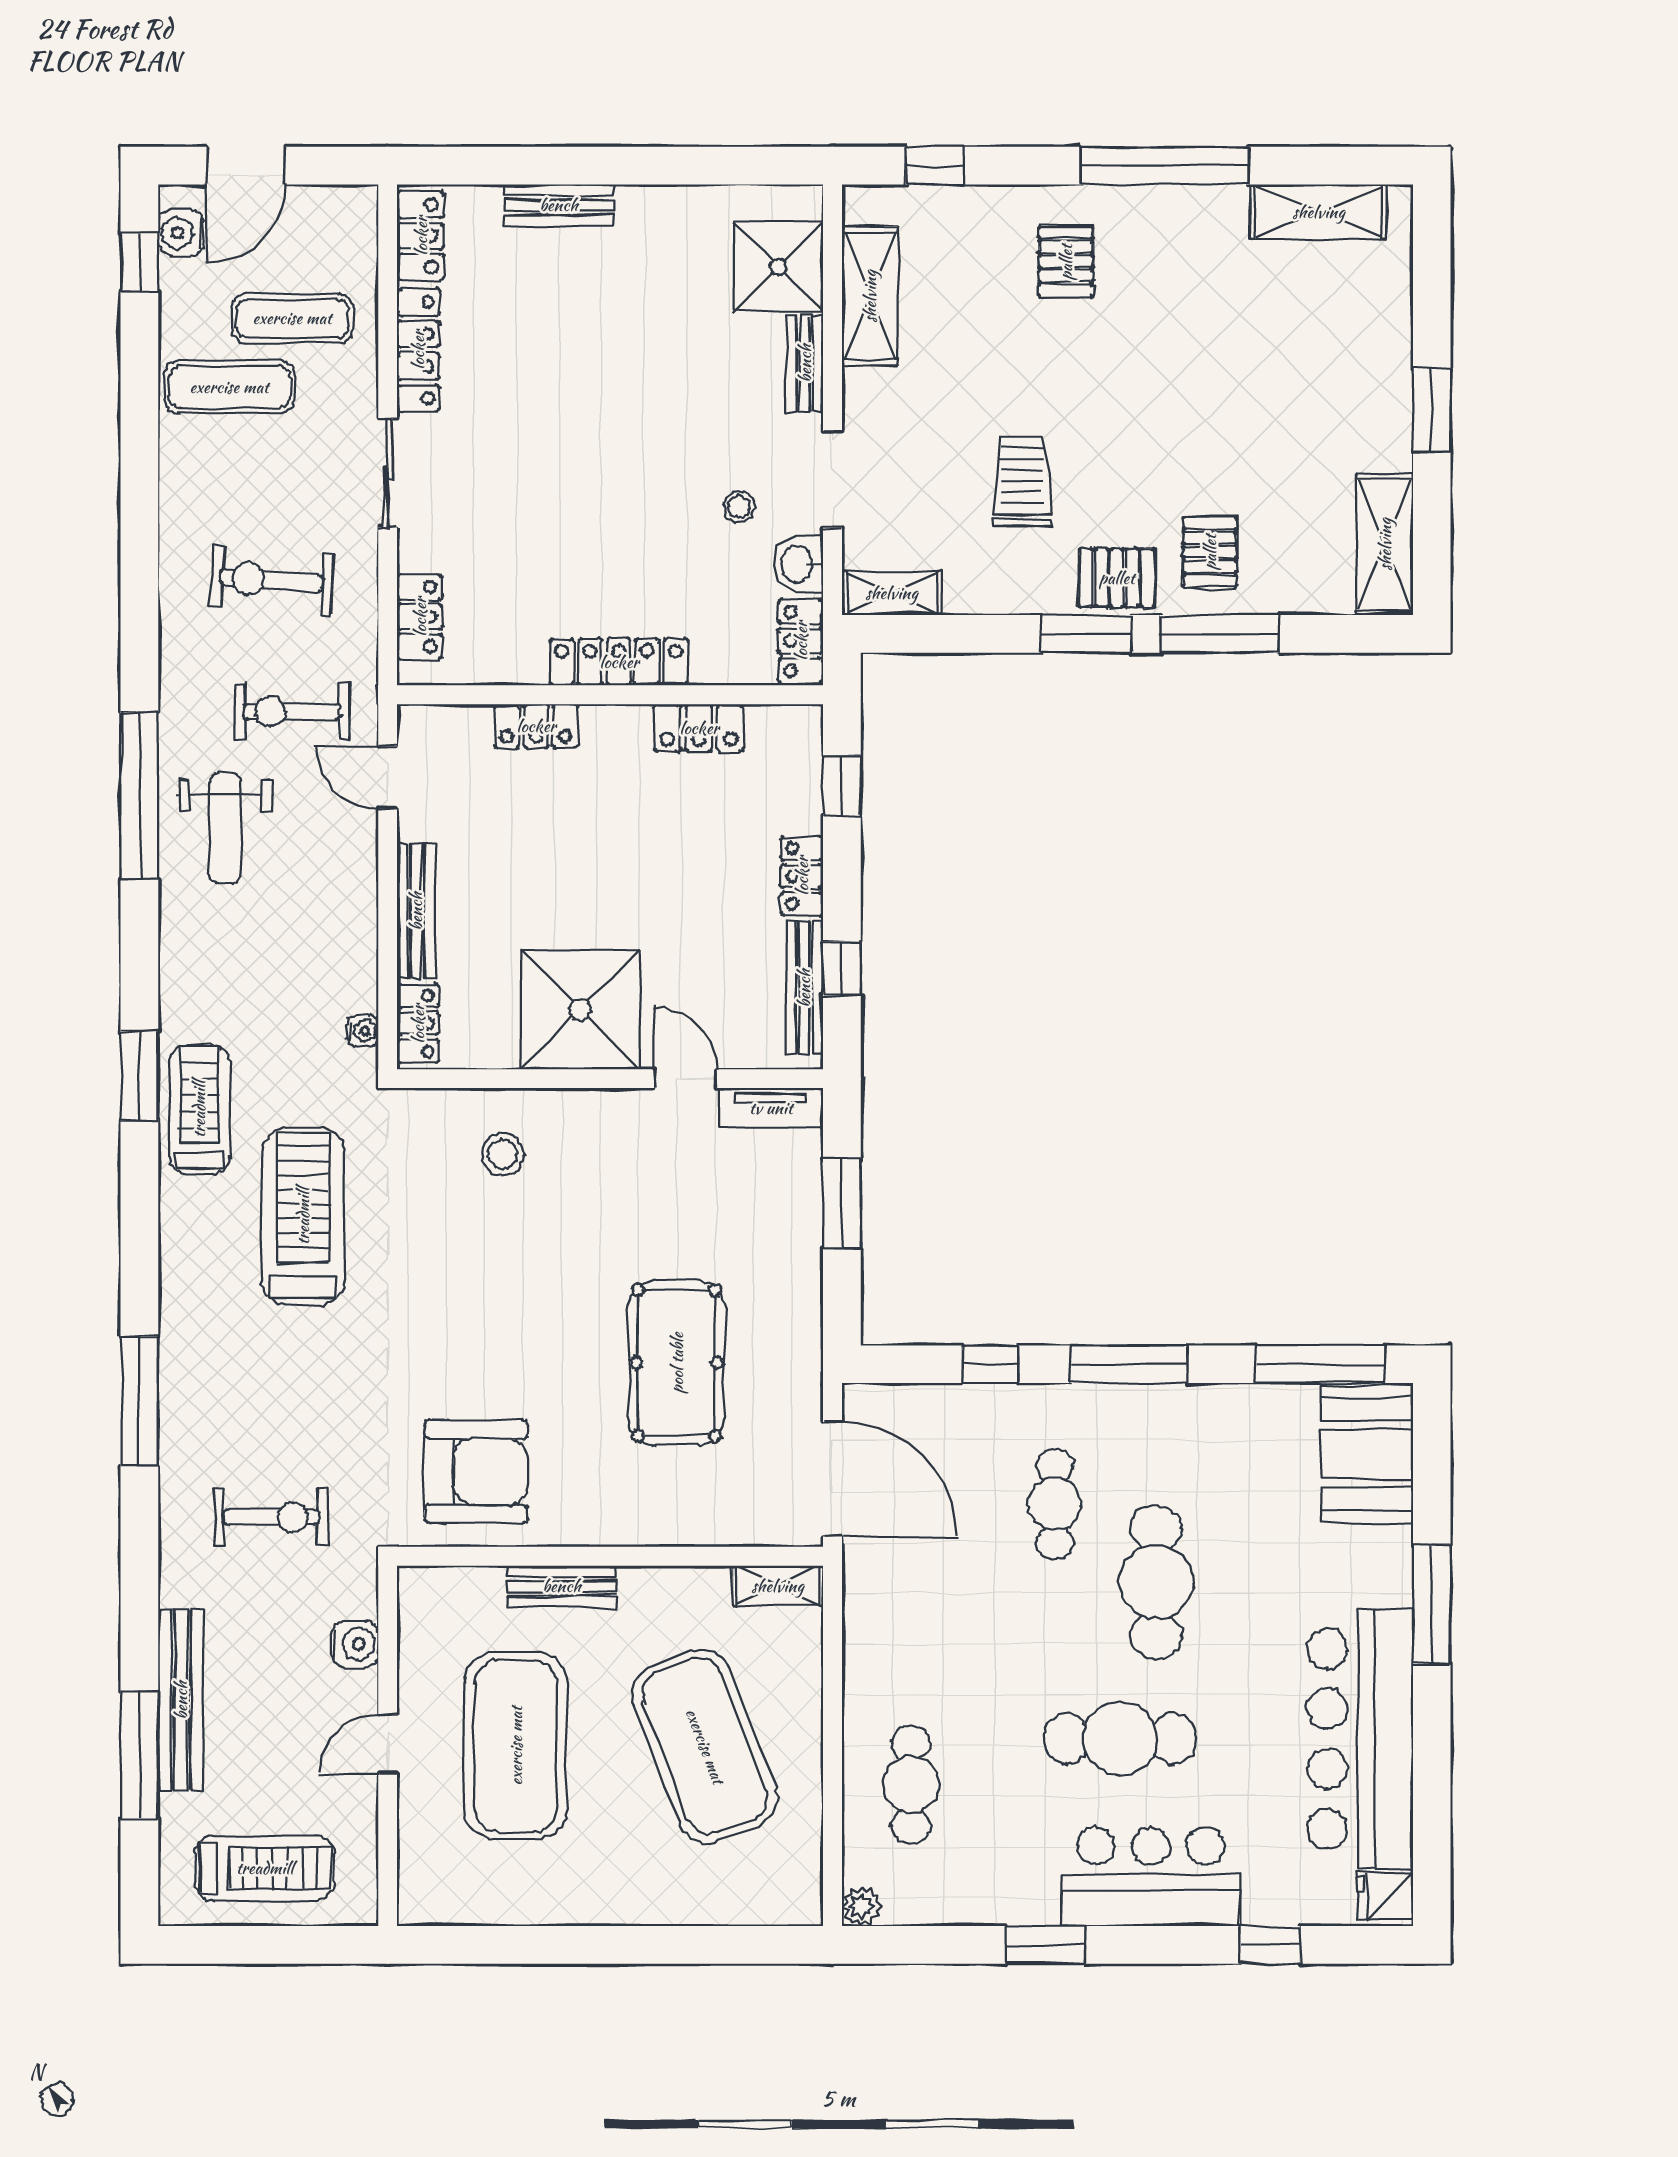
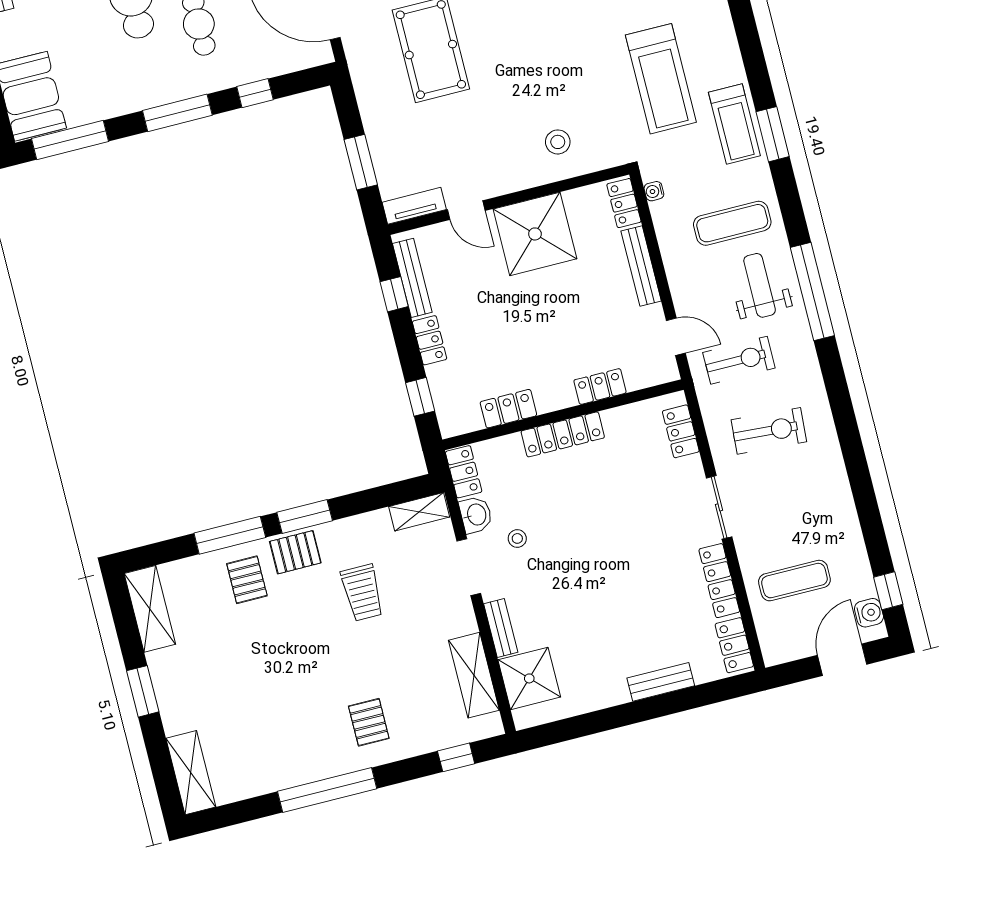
shelving: (1319, 212) -> (191, 773), moved, turned 90
exercise mat: (229, 387) -> (732, 223), moved

